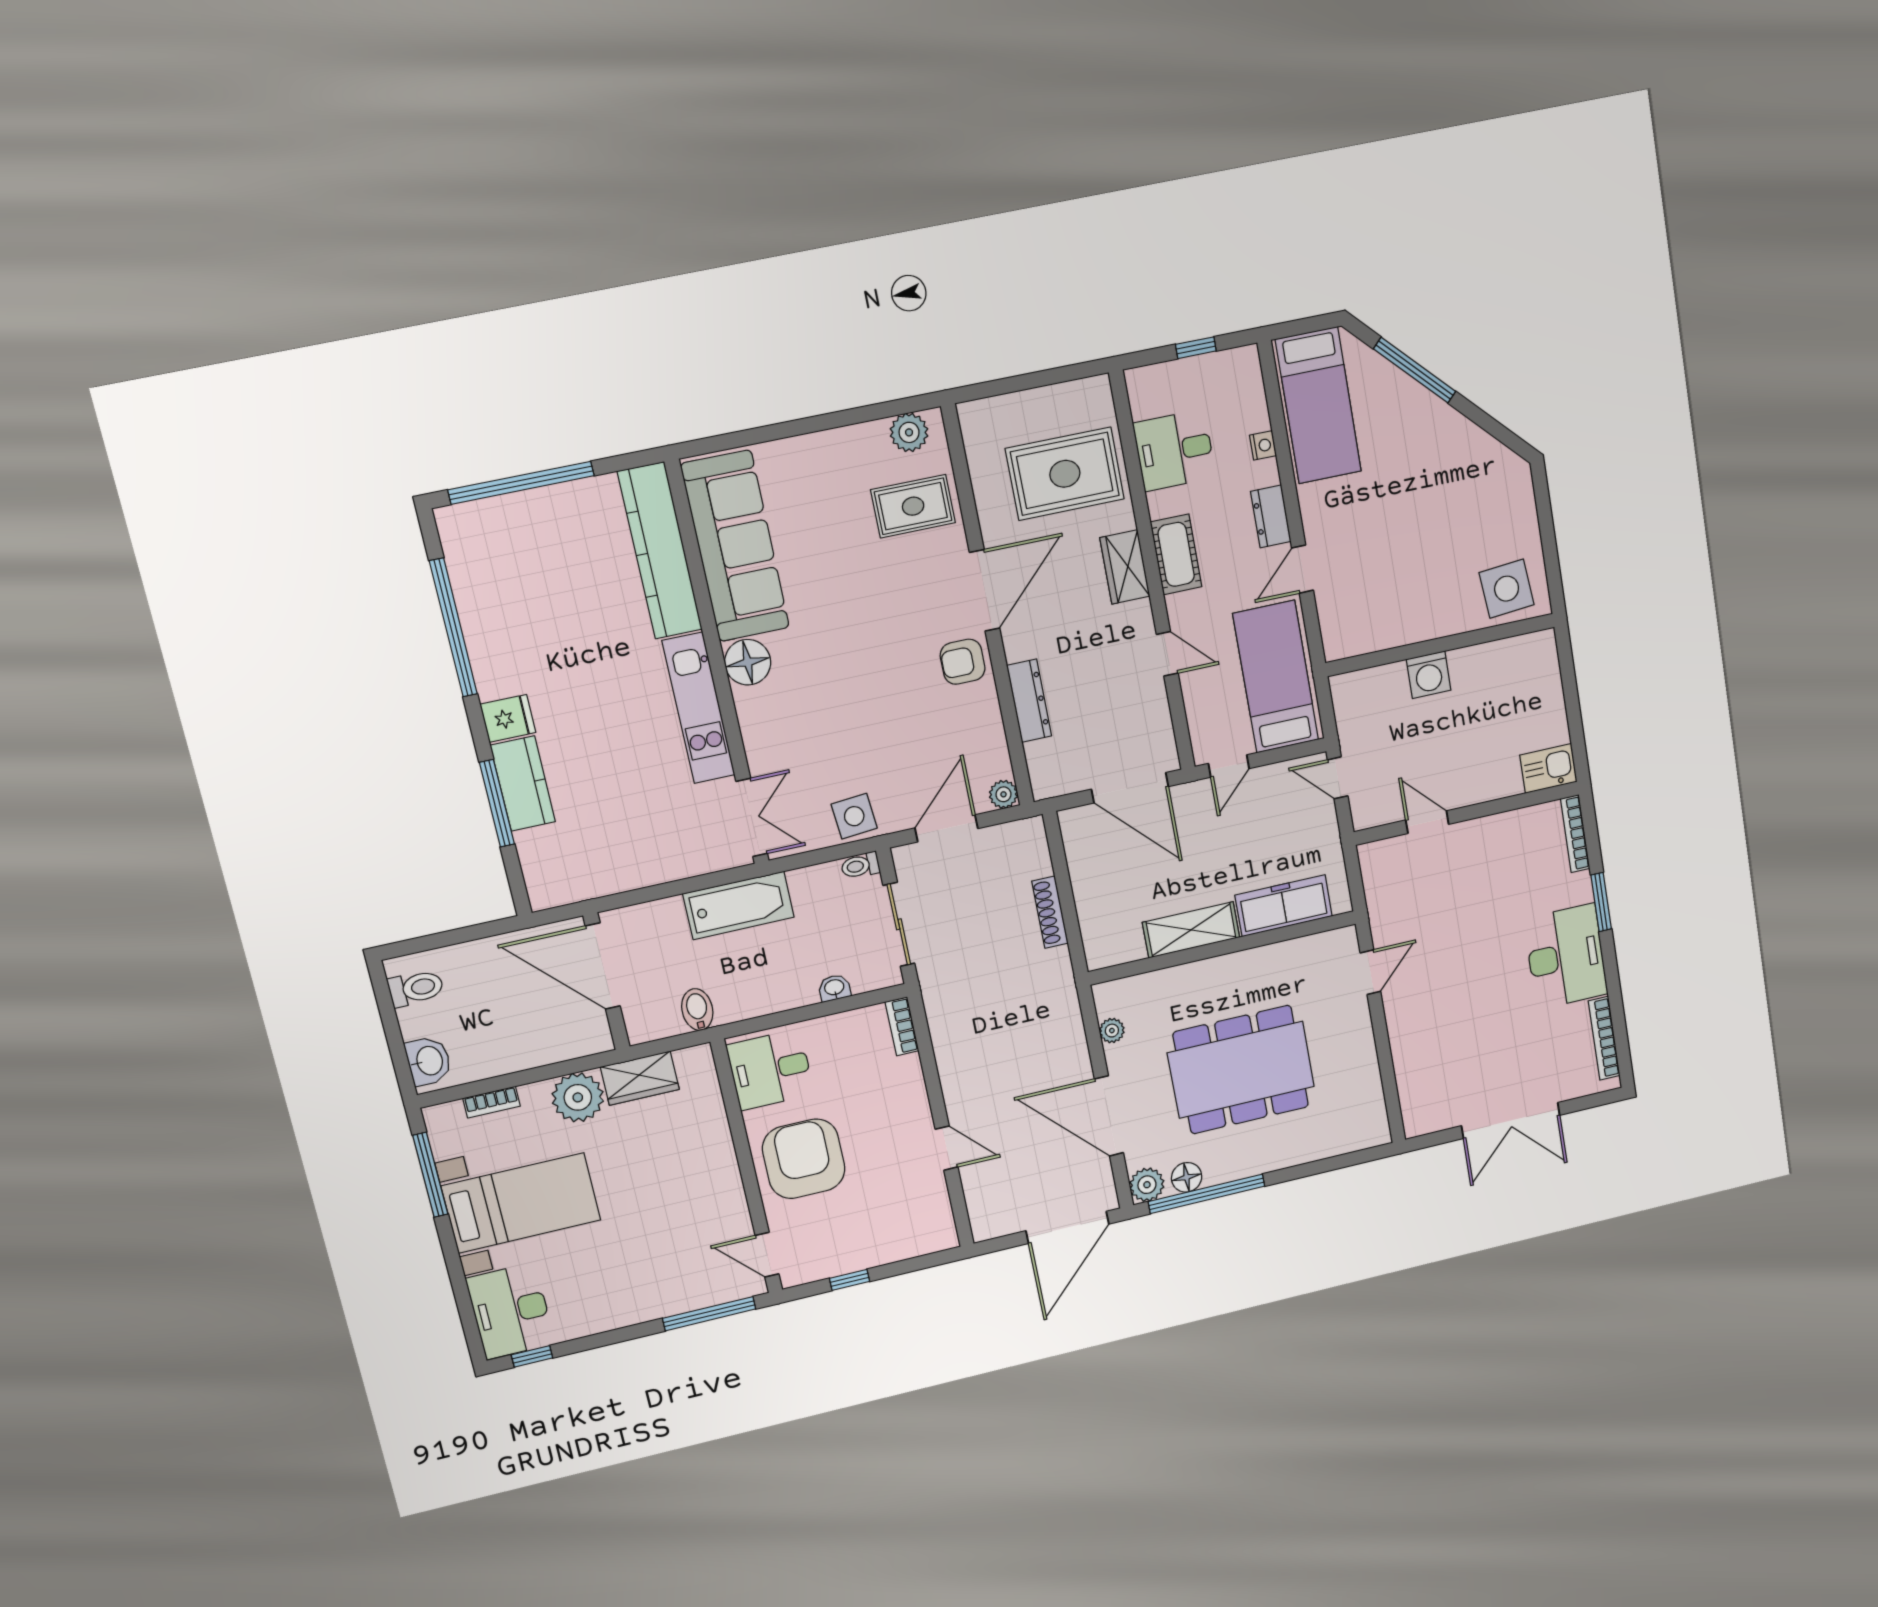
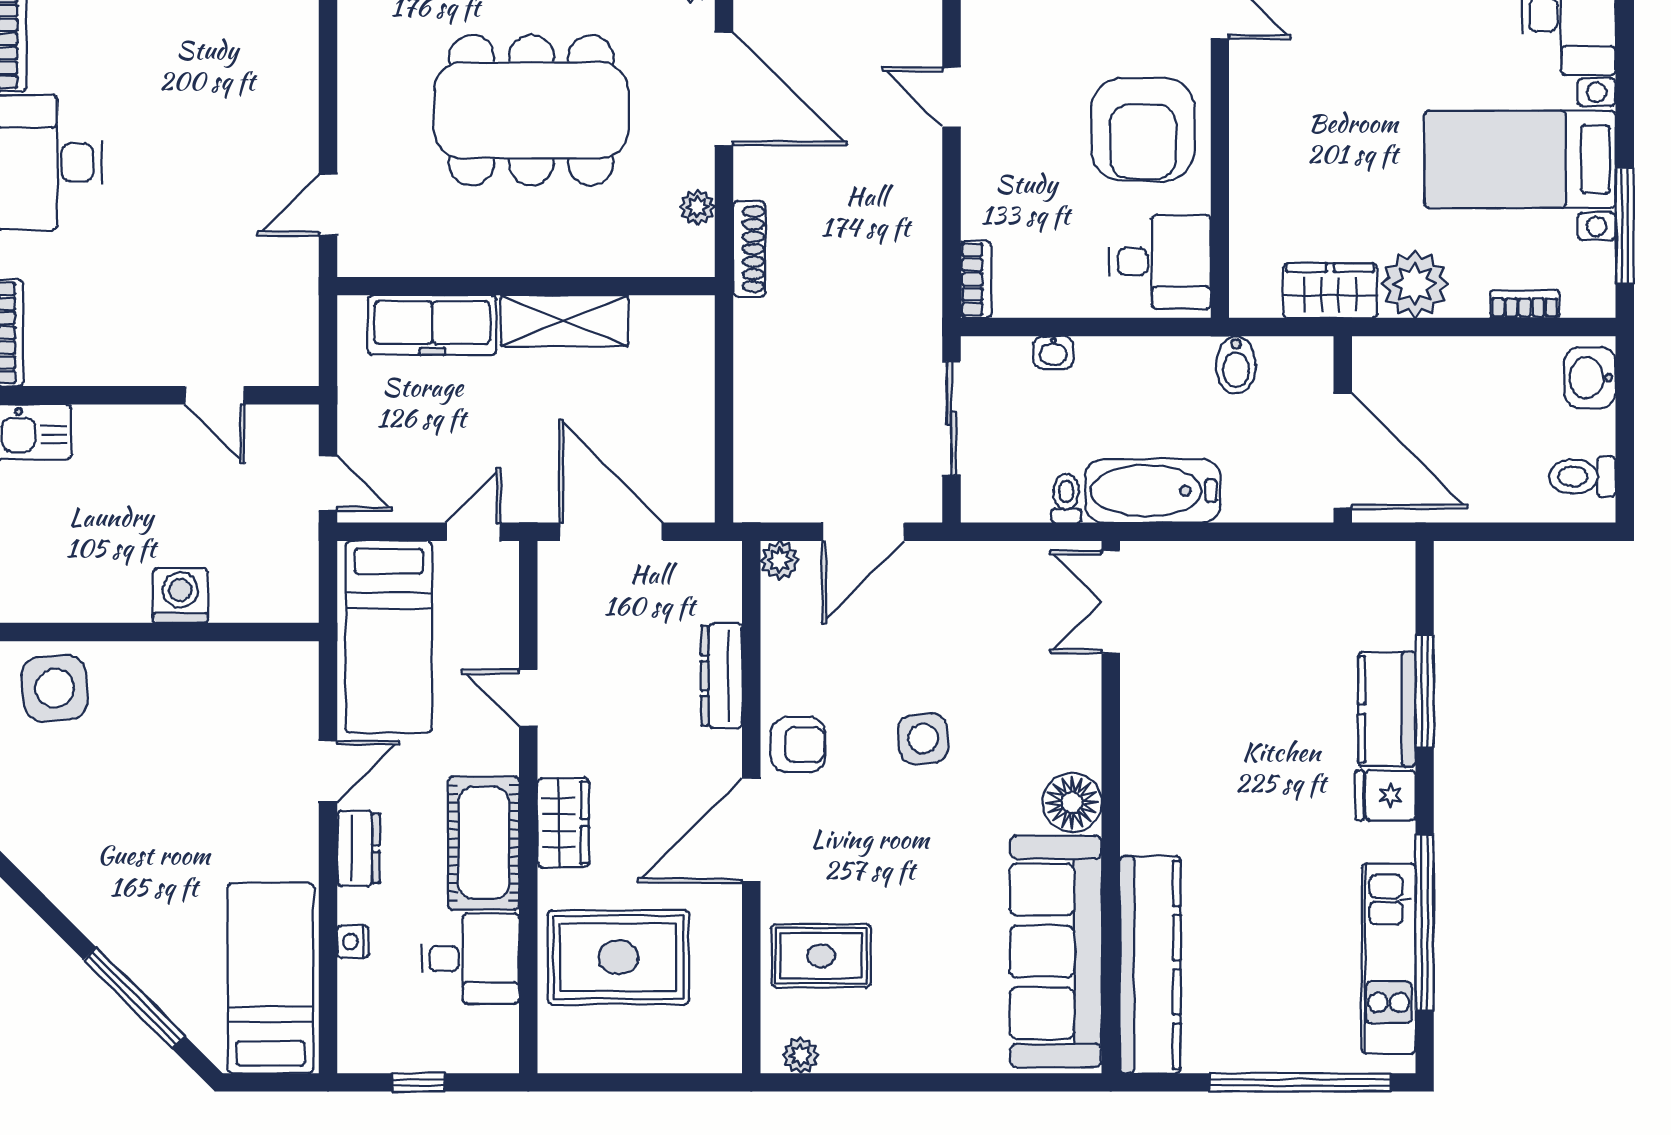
plant: (909, 432) -> (801, 1055), width x0.73, depth x0.73
cot: (1176, 554) -> (484, 843), width x1.37, depth x1.34
kitchen unit: (698, 708) -> (1389, 959), moved, turned 180
side table: (854, 816) -> (923, 739), moved
toilet: (860, 866) -> (1066, 498), moved, turned -90
shoe rack: (1050, 912) -> (749, 249), moved

